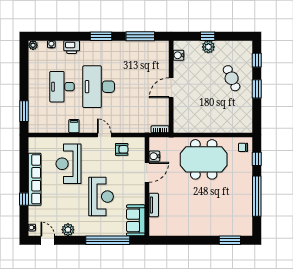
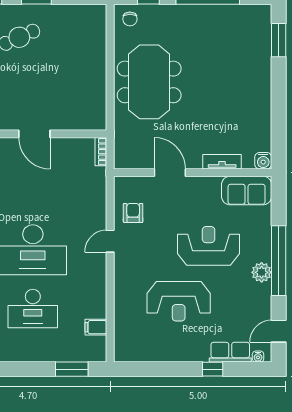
filing cabinet: (74, 126) -> (96, 327), moved
water cooler: (154, 156) -> (263, 161), moved
reception desk: (69, 164) -> (179, 301), moved
row of seats: (35, 179) -> (230, 352), moved, width x0.50
plant: (68, 230) -> (262, 272), moved
window: (108, 240) -> (279, 261), moved

